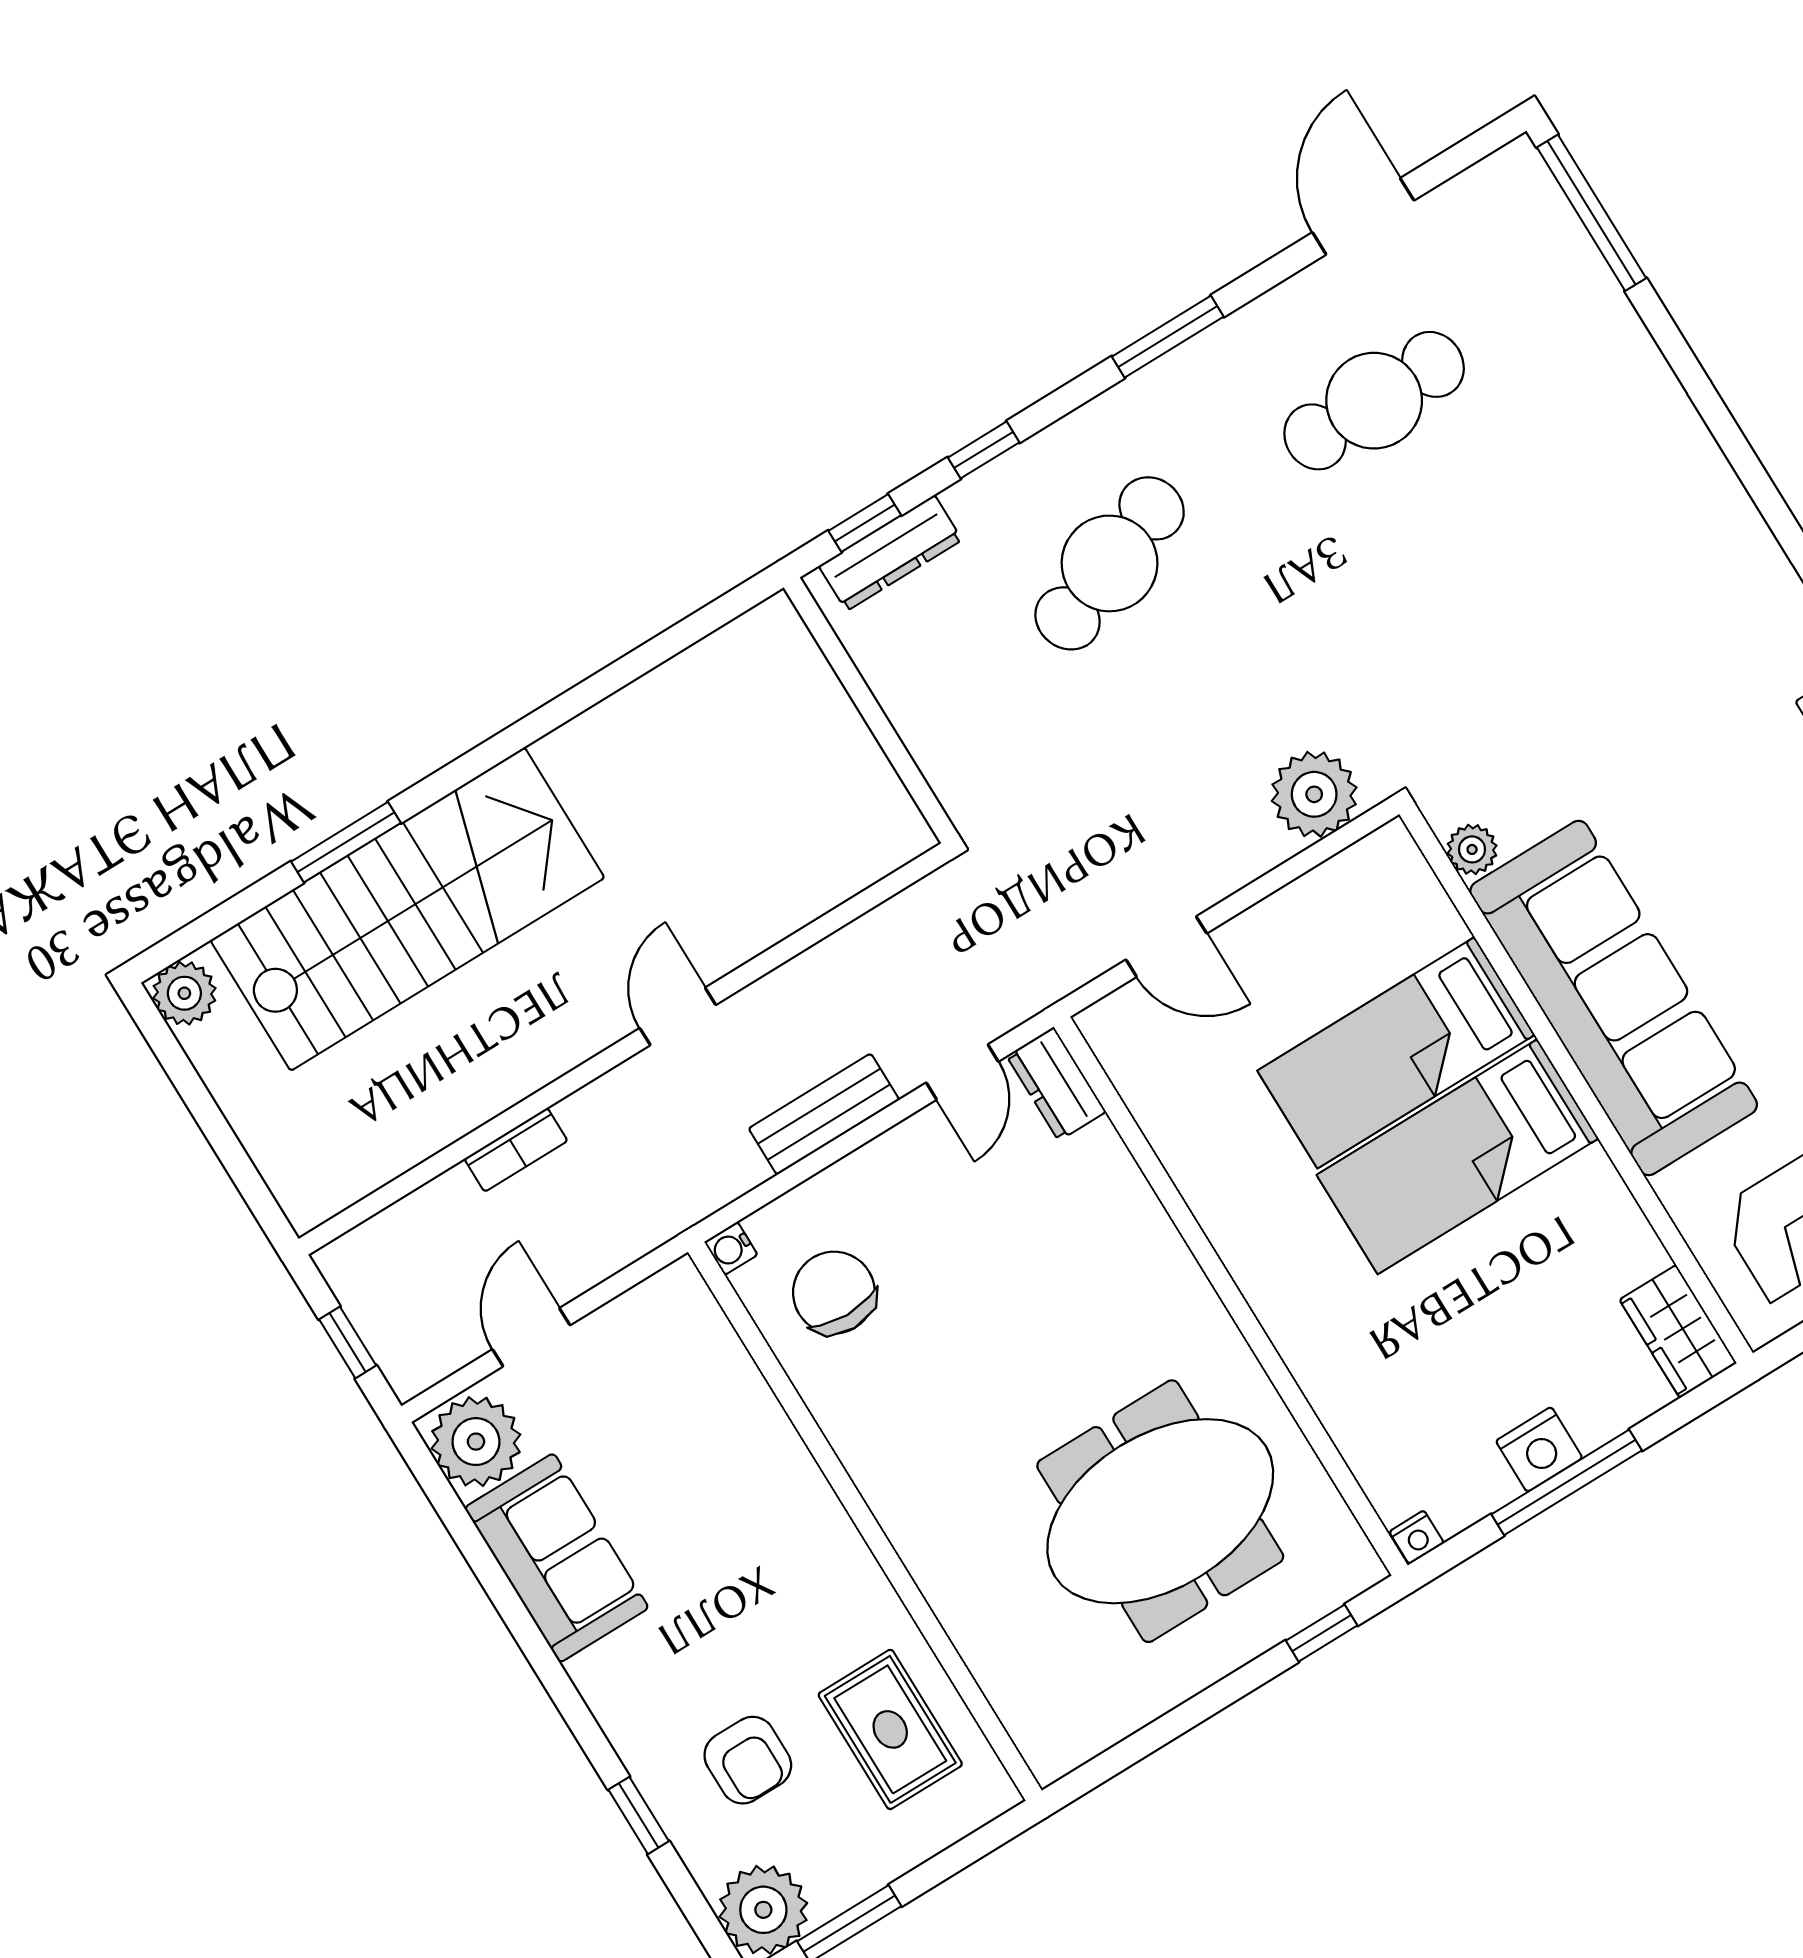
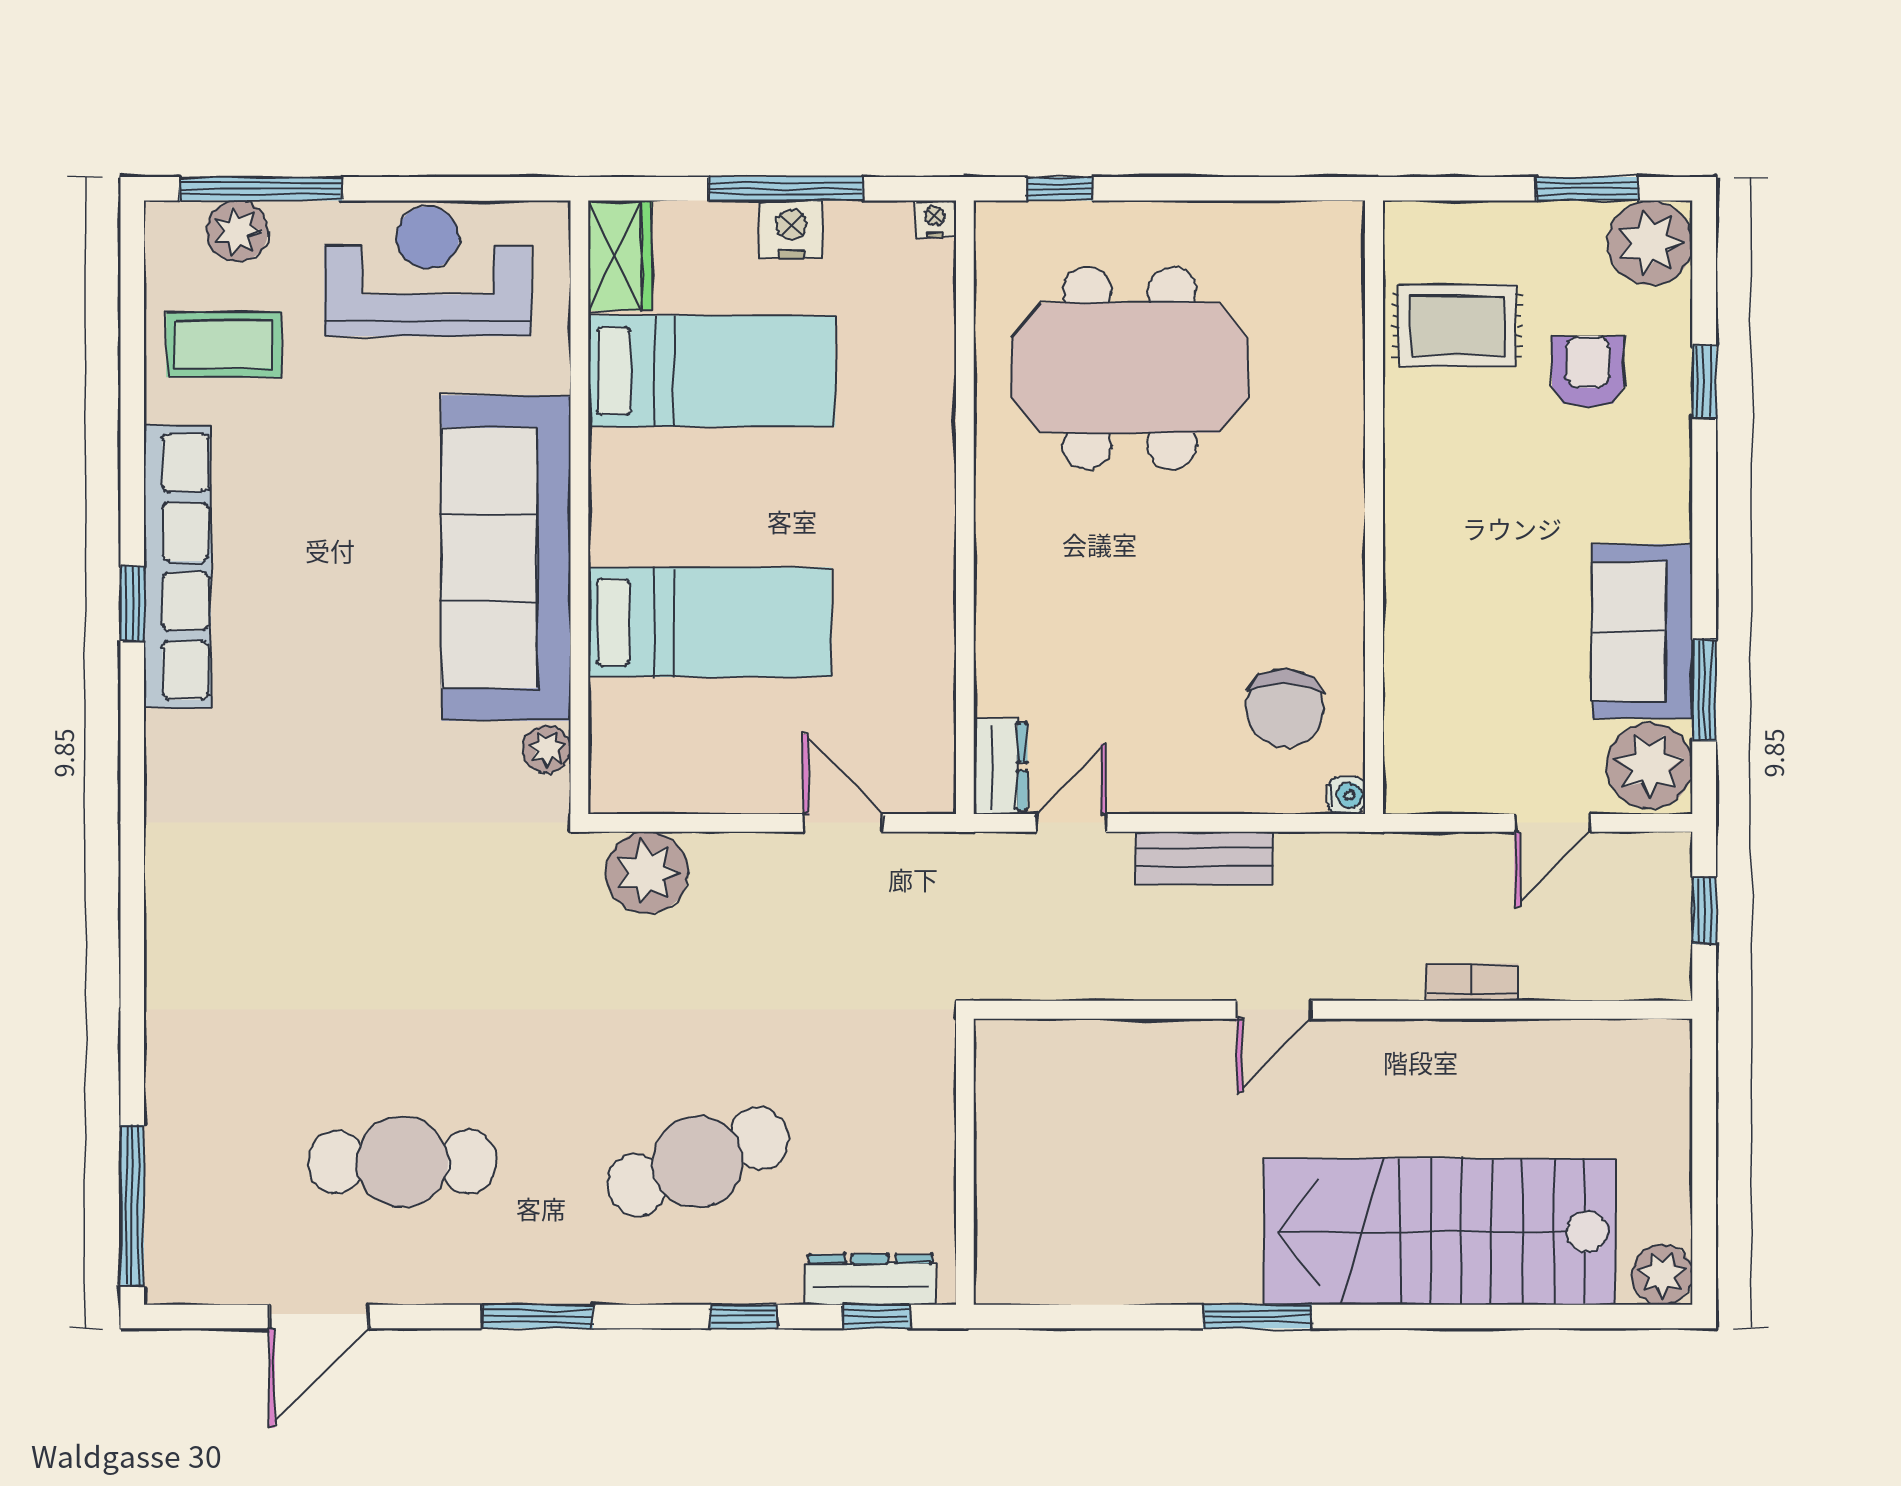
window: (346, 842) -> (1257, 1317), moved
bed: (1458, 1157) -> (712, 371), moved
window: (469, 1539) -> (1704, 690), added
rug: (890, 1729) -> (1457, 326), turned 90

